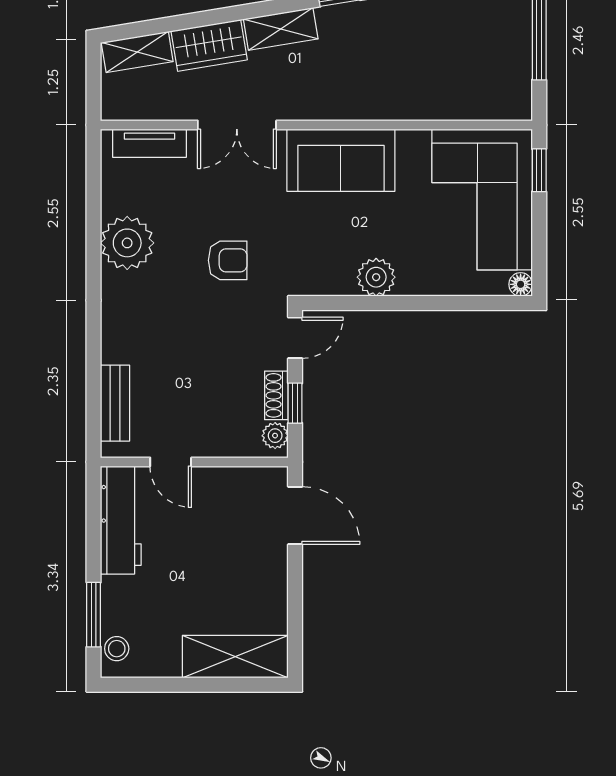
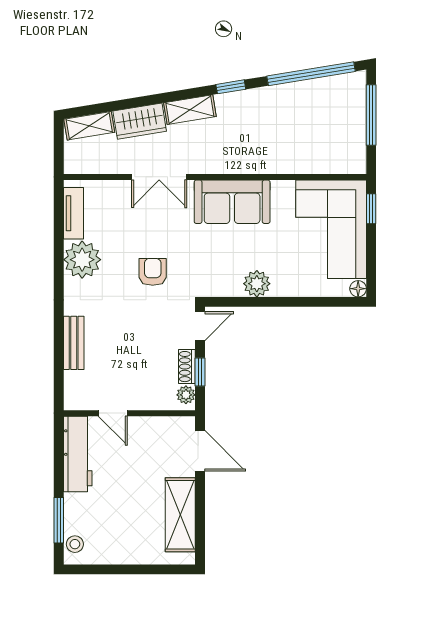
tv unit: (149, 143) -> (73, 213), moved, turned -90
armchair: (228, 260) -> (153, 272), turned -90
bench: (115, 403) -> (74, 343), moved
shelving: (235, 657) -> (180, 515), moved, turned 90

